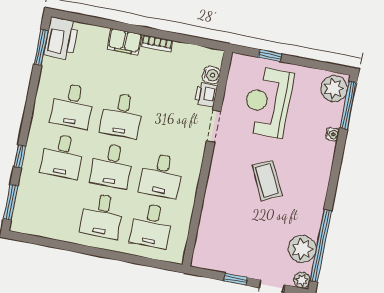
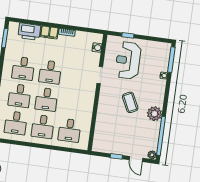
printer: (61, 39) -> (29, 32), moved, turned 90
plant: (334, 89) -> (163, 51), removed
printer: (206, 95) -> (95, 59), removed
desk: (161, 175) -> (16, 123), moved
plant: (302, 249) -> (155, 114), moved

